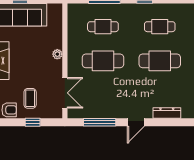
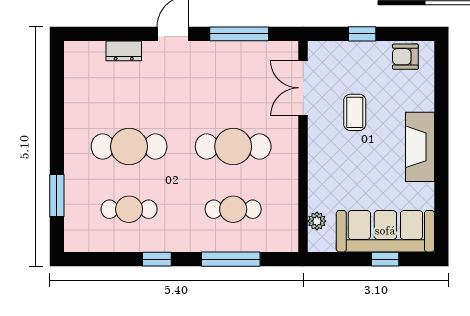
plant: (57, 54) -> (317, 221), moved
coffee table: (30, 98) -> (355, 112), moved
dresser: (167, 113) -> (124, 51), width x0.70

